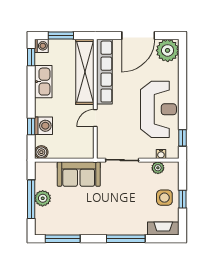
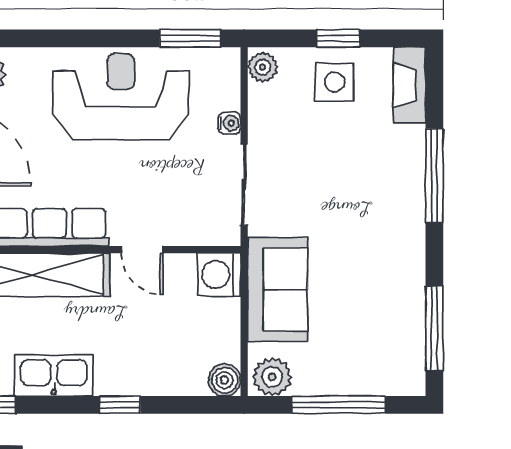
window: (31, 126) -> (120, 405), moved
washing machine: (44, 126) -> (219, 275), moved, turned -90
window: (183, 138) -> (190, 38), width x1.50
water cooler: (161, 154) -> (229, 123), moved
plant: (158, 168) -> (263, 67), moved
plant: (43, 198) -> (272, 377), moved

